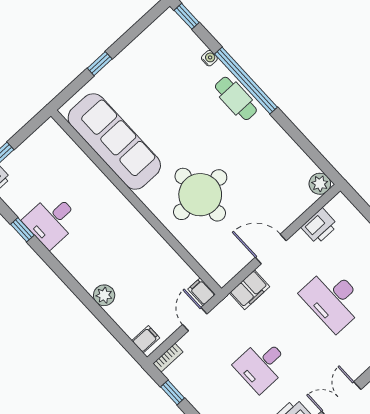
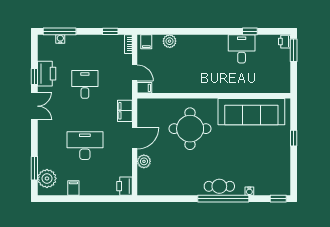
plant: (320, 184) -> (144, 161), moved
printer: (319, 226) -> (124, 186), moved
plant: (104, 295) -> (170, 41), moved

